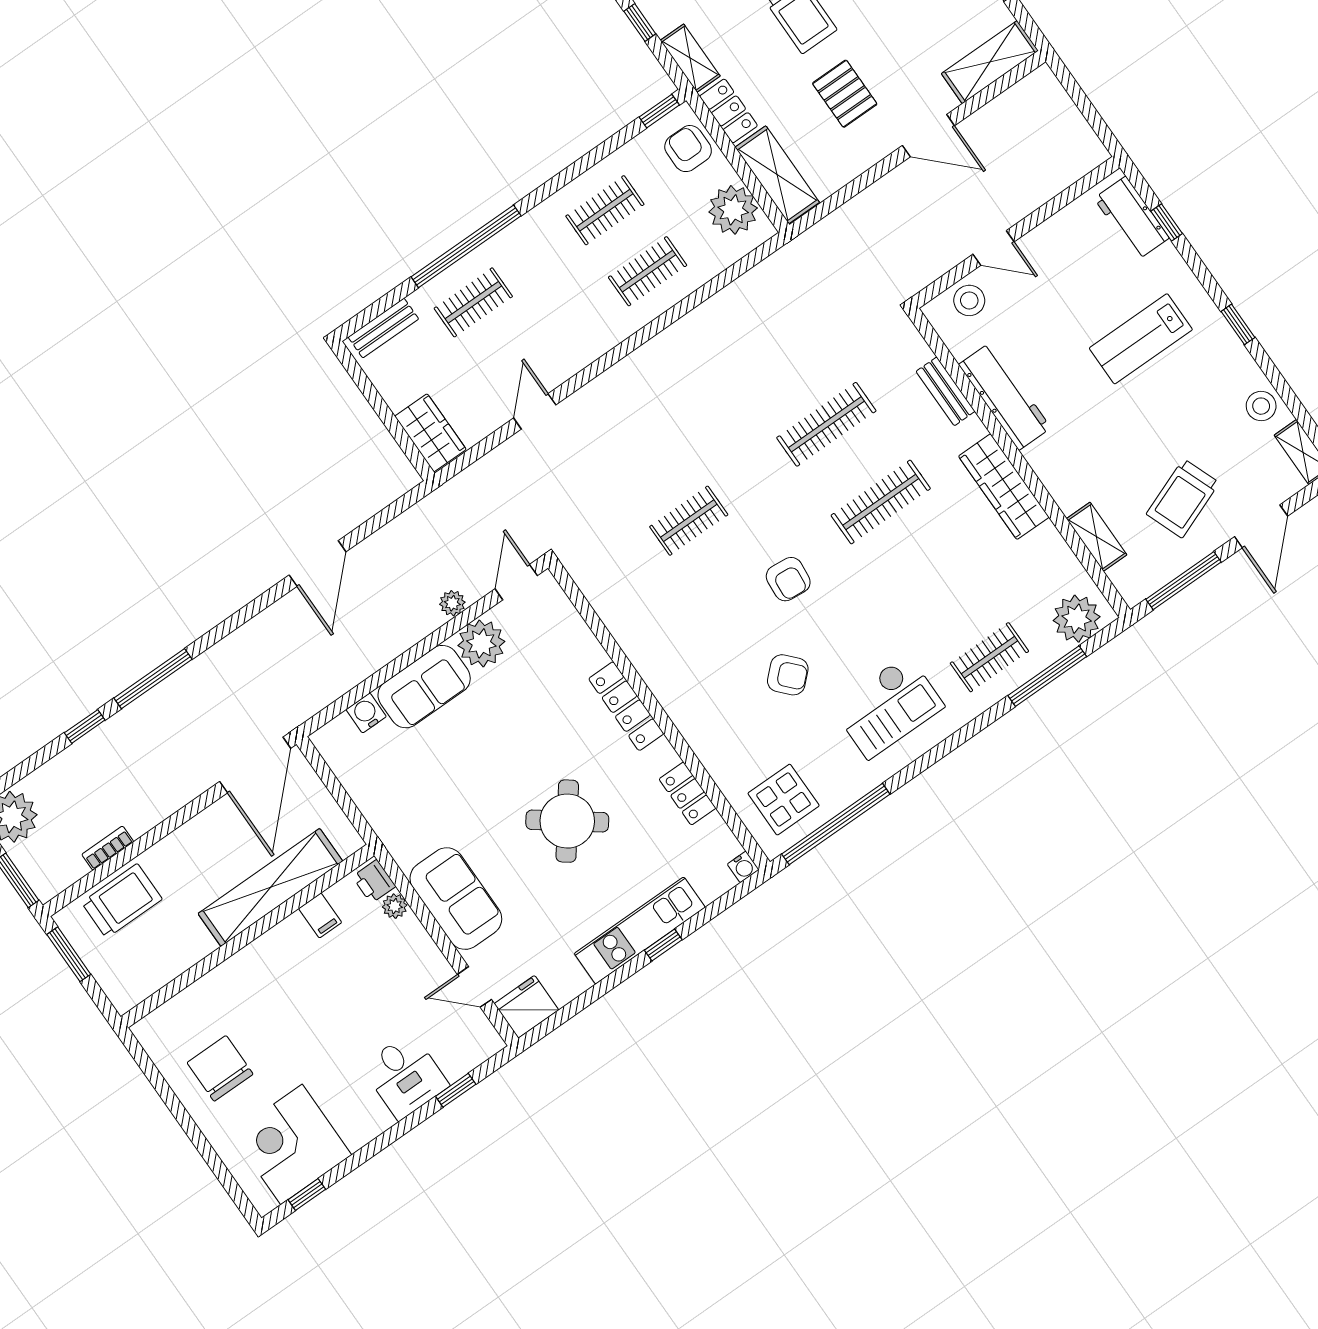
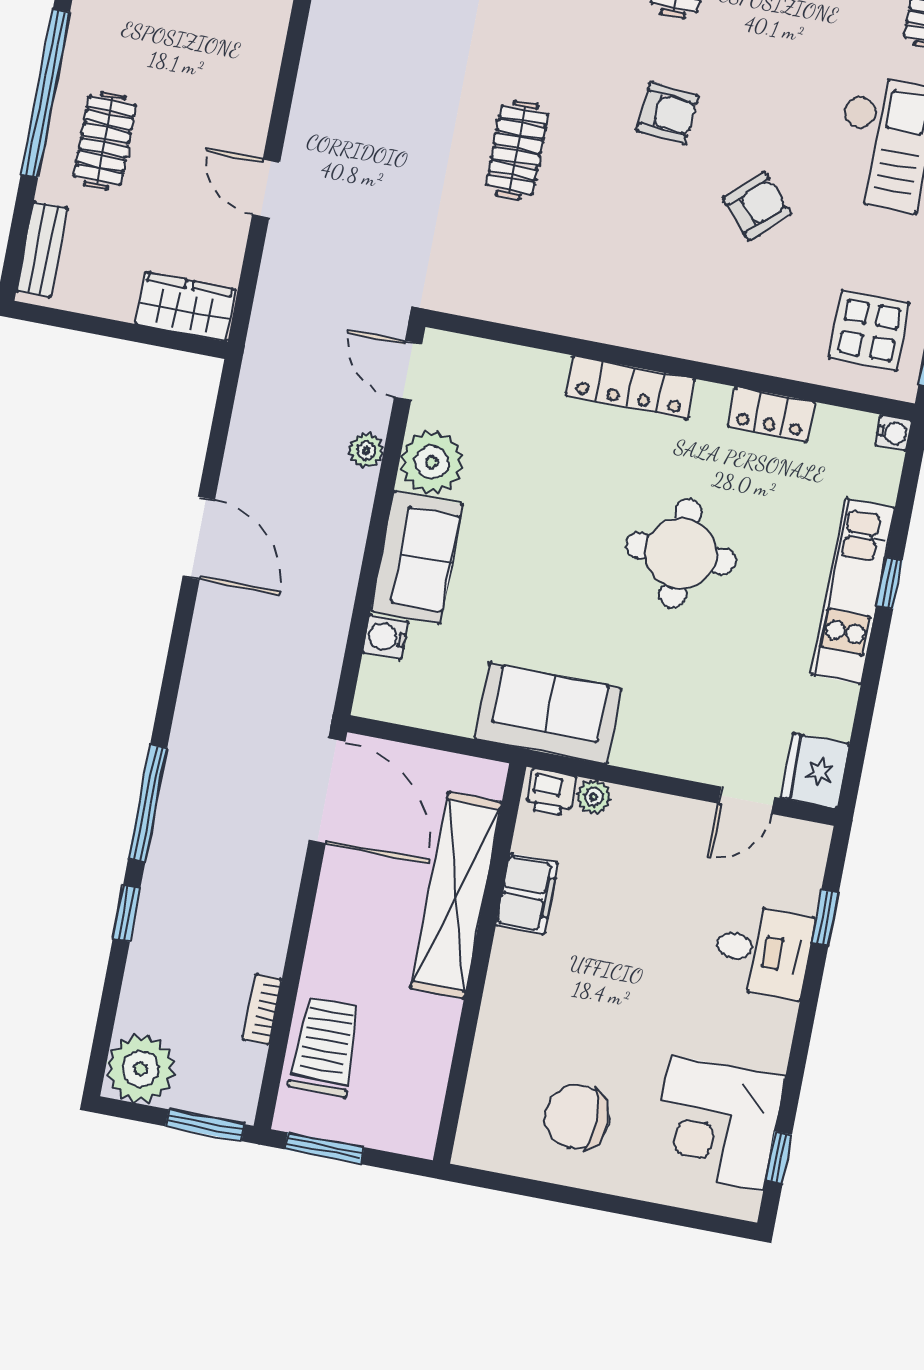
round table: (567, 821) -> (681, 553), turned -37
sofa: (456, 899) -> (548, 714), moved
filing cabinet: (320, 916) -> (527, 894), width x2.00

